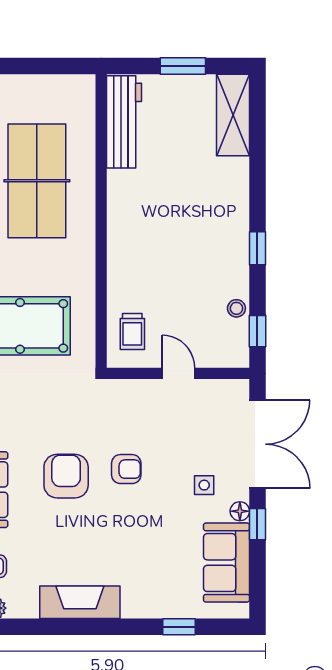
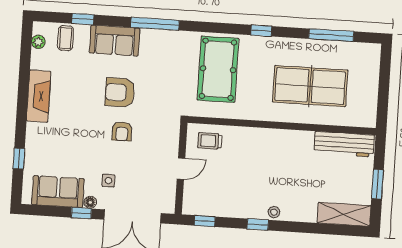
stool: (236, 308) -> (274, 212), moved
armchair: (66, 476) -> (120, 92), turned 180

